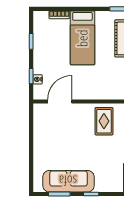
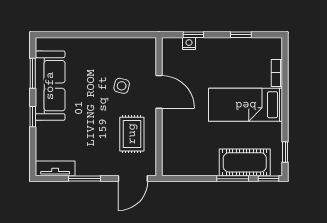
door: (60, 101) -> (159, 92), moved
rug: (104, 121) -> (132, 134), turned 90
side table: (69, 129) -> (122, 86), added

